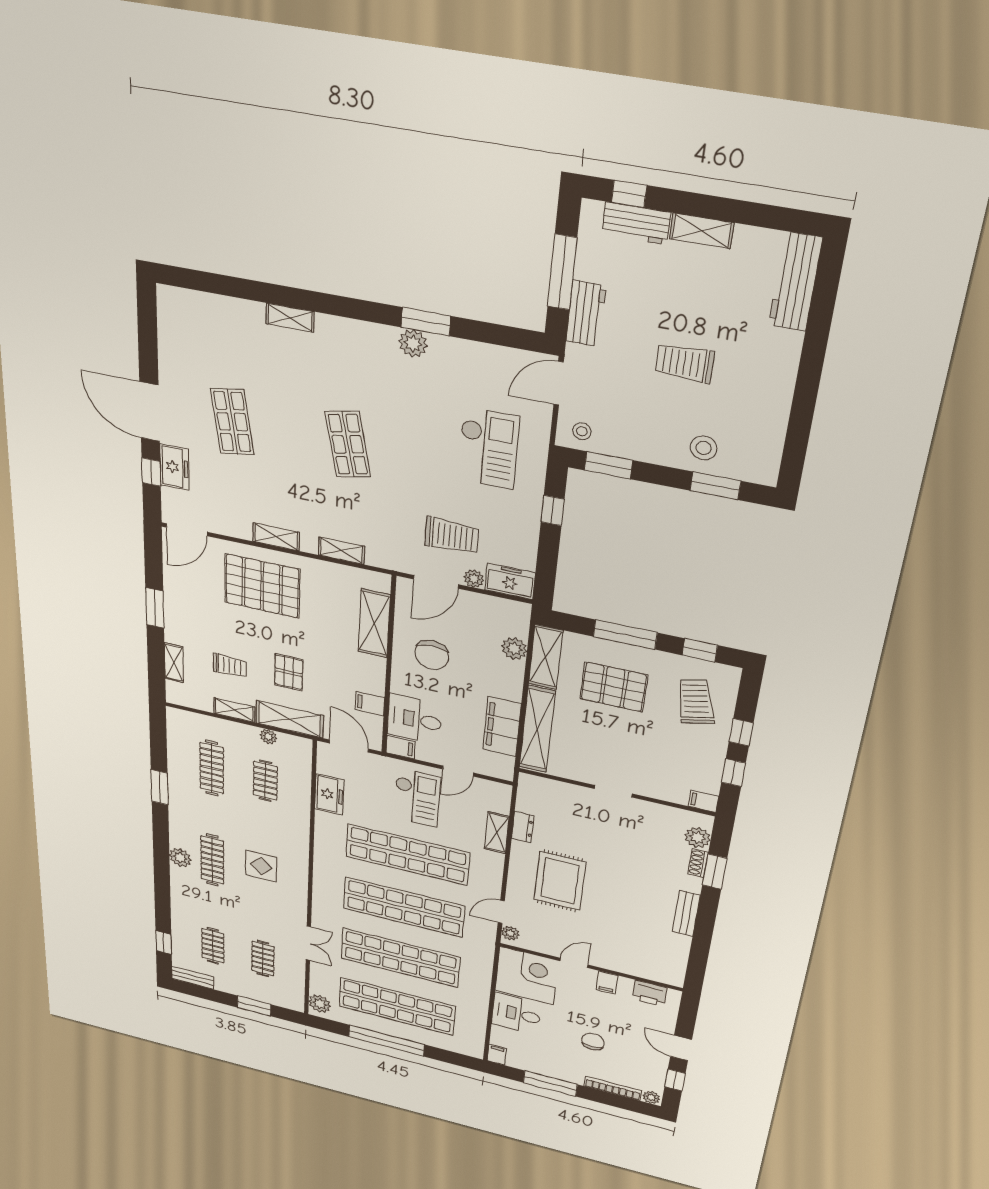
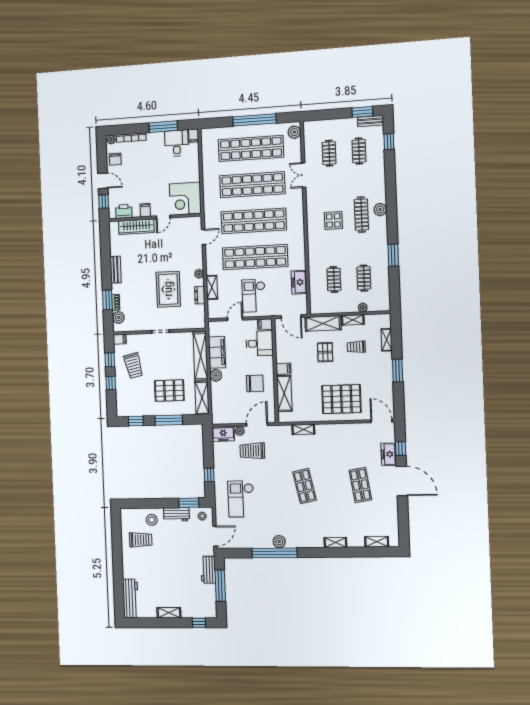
workbench: (636, 223) -> (176, 514), moved, turned 180
window: (426, 322) -> (275, 553), width x2.11
trolley: (685, 363) -> (141, 540), moved
window: (715, 486) -> (144, 503), removed
door: (187, 530) -> (381, 421), hinge flipped
shelving: (276, 537) -> (377, 542), moved
plant: (514, 649) -> (216, 375), moved
chair: (432, 655) -> (255, 383), turned 90
trolley: (696, 702) -> (133, 365), moved
filing cabinet: (370, 704) -> (283, 369), moved
plant: (268, 737) -> (363, 308), moved
clothes rail: (212, 768) -> (364, 278), width x0.73
rug: (560, 881) -> (168, 289), moved
plant: (510, 933) -> (199, 274), moved
wardrobe: (629, 964) -> (136, 227), added
window: (254, 1006) -> (362, 112), moved
desk: (516, 1014) -> (177, 143), moved, turned -90
chair: (593, 1042) -> (115, 159), moved
window: (675, 1080) -> (104, 201), moved

